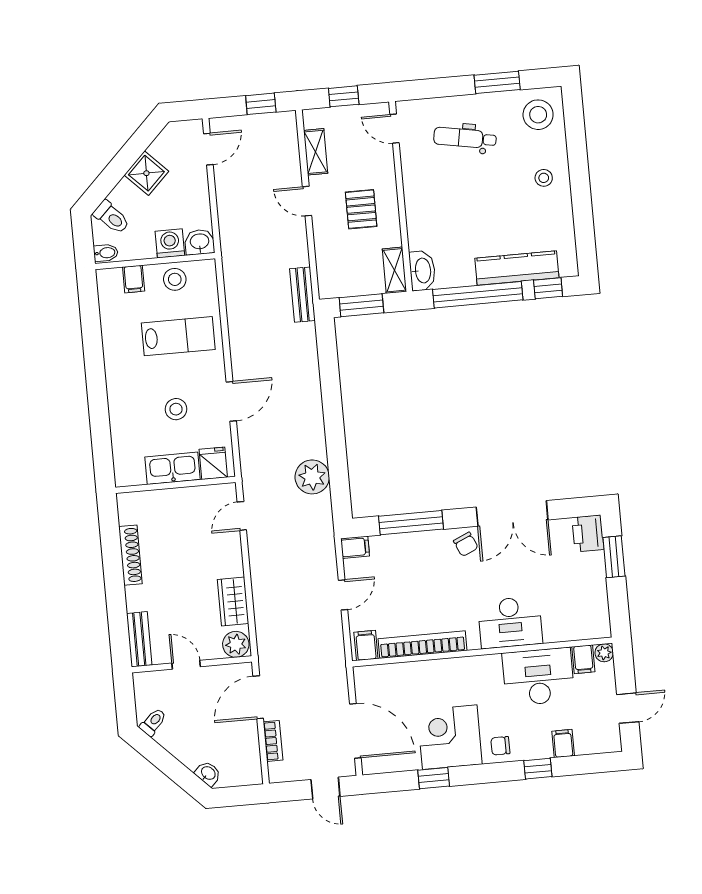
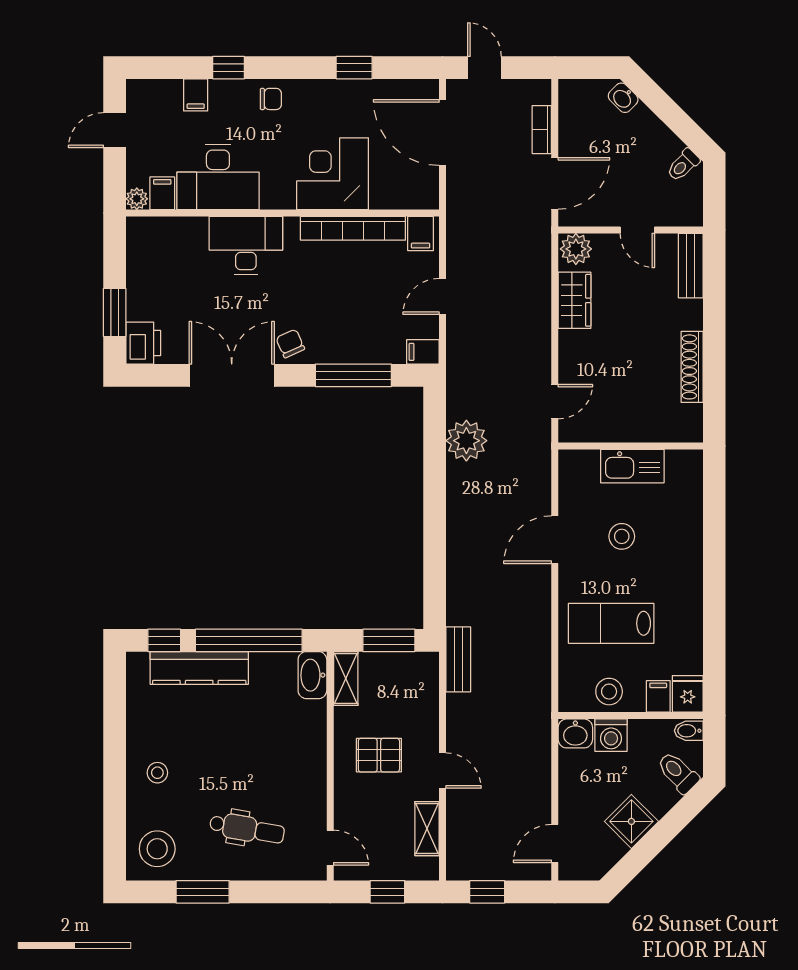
pallet: (361, 209) -> (379, 755), turned 90
fridge: (213, 463) -> (688, 694), moved, turned 180
corner desk: (450, 737) -> (333, 174), moved, turned 180

